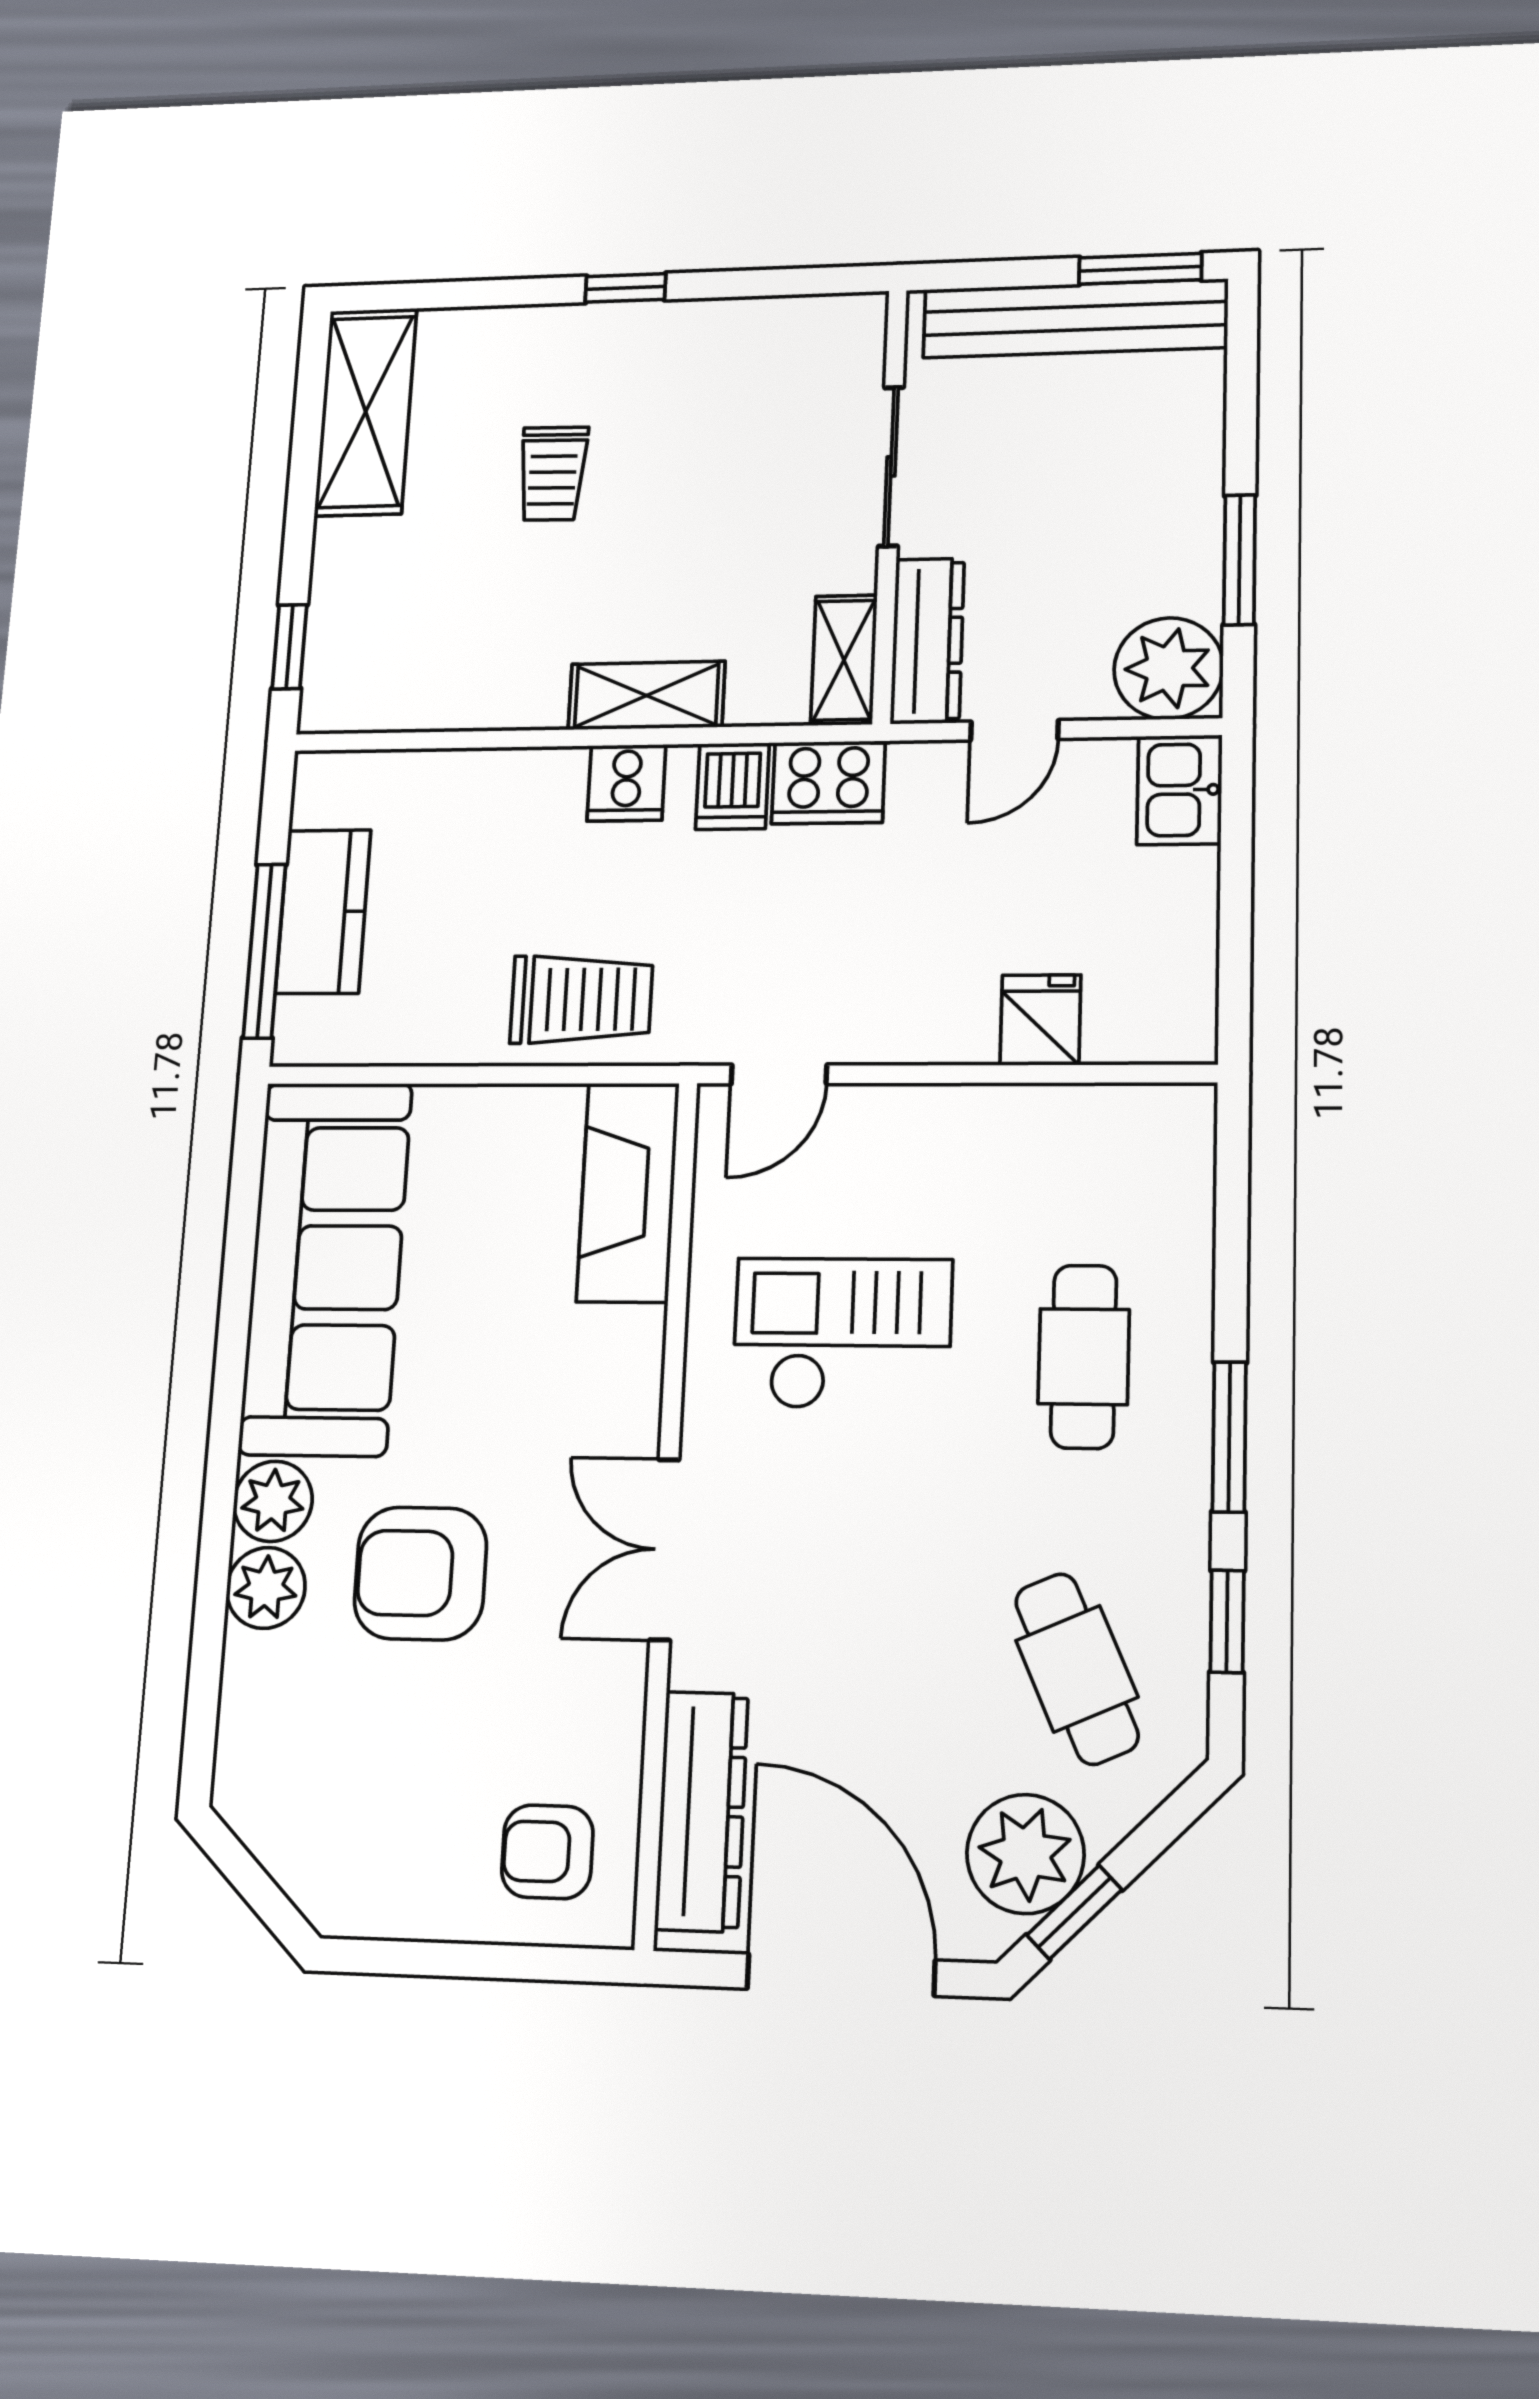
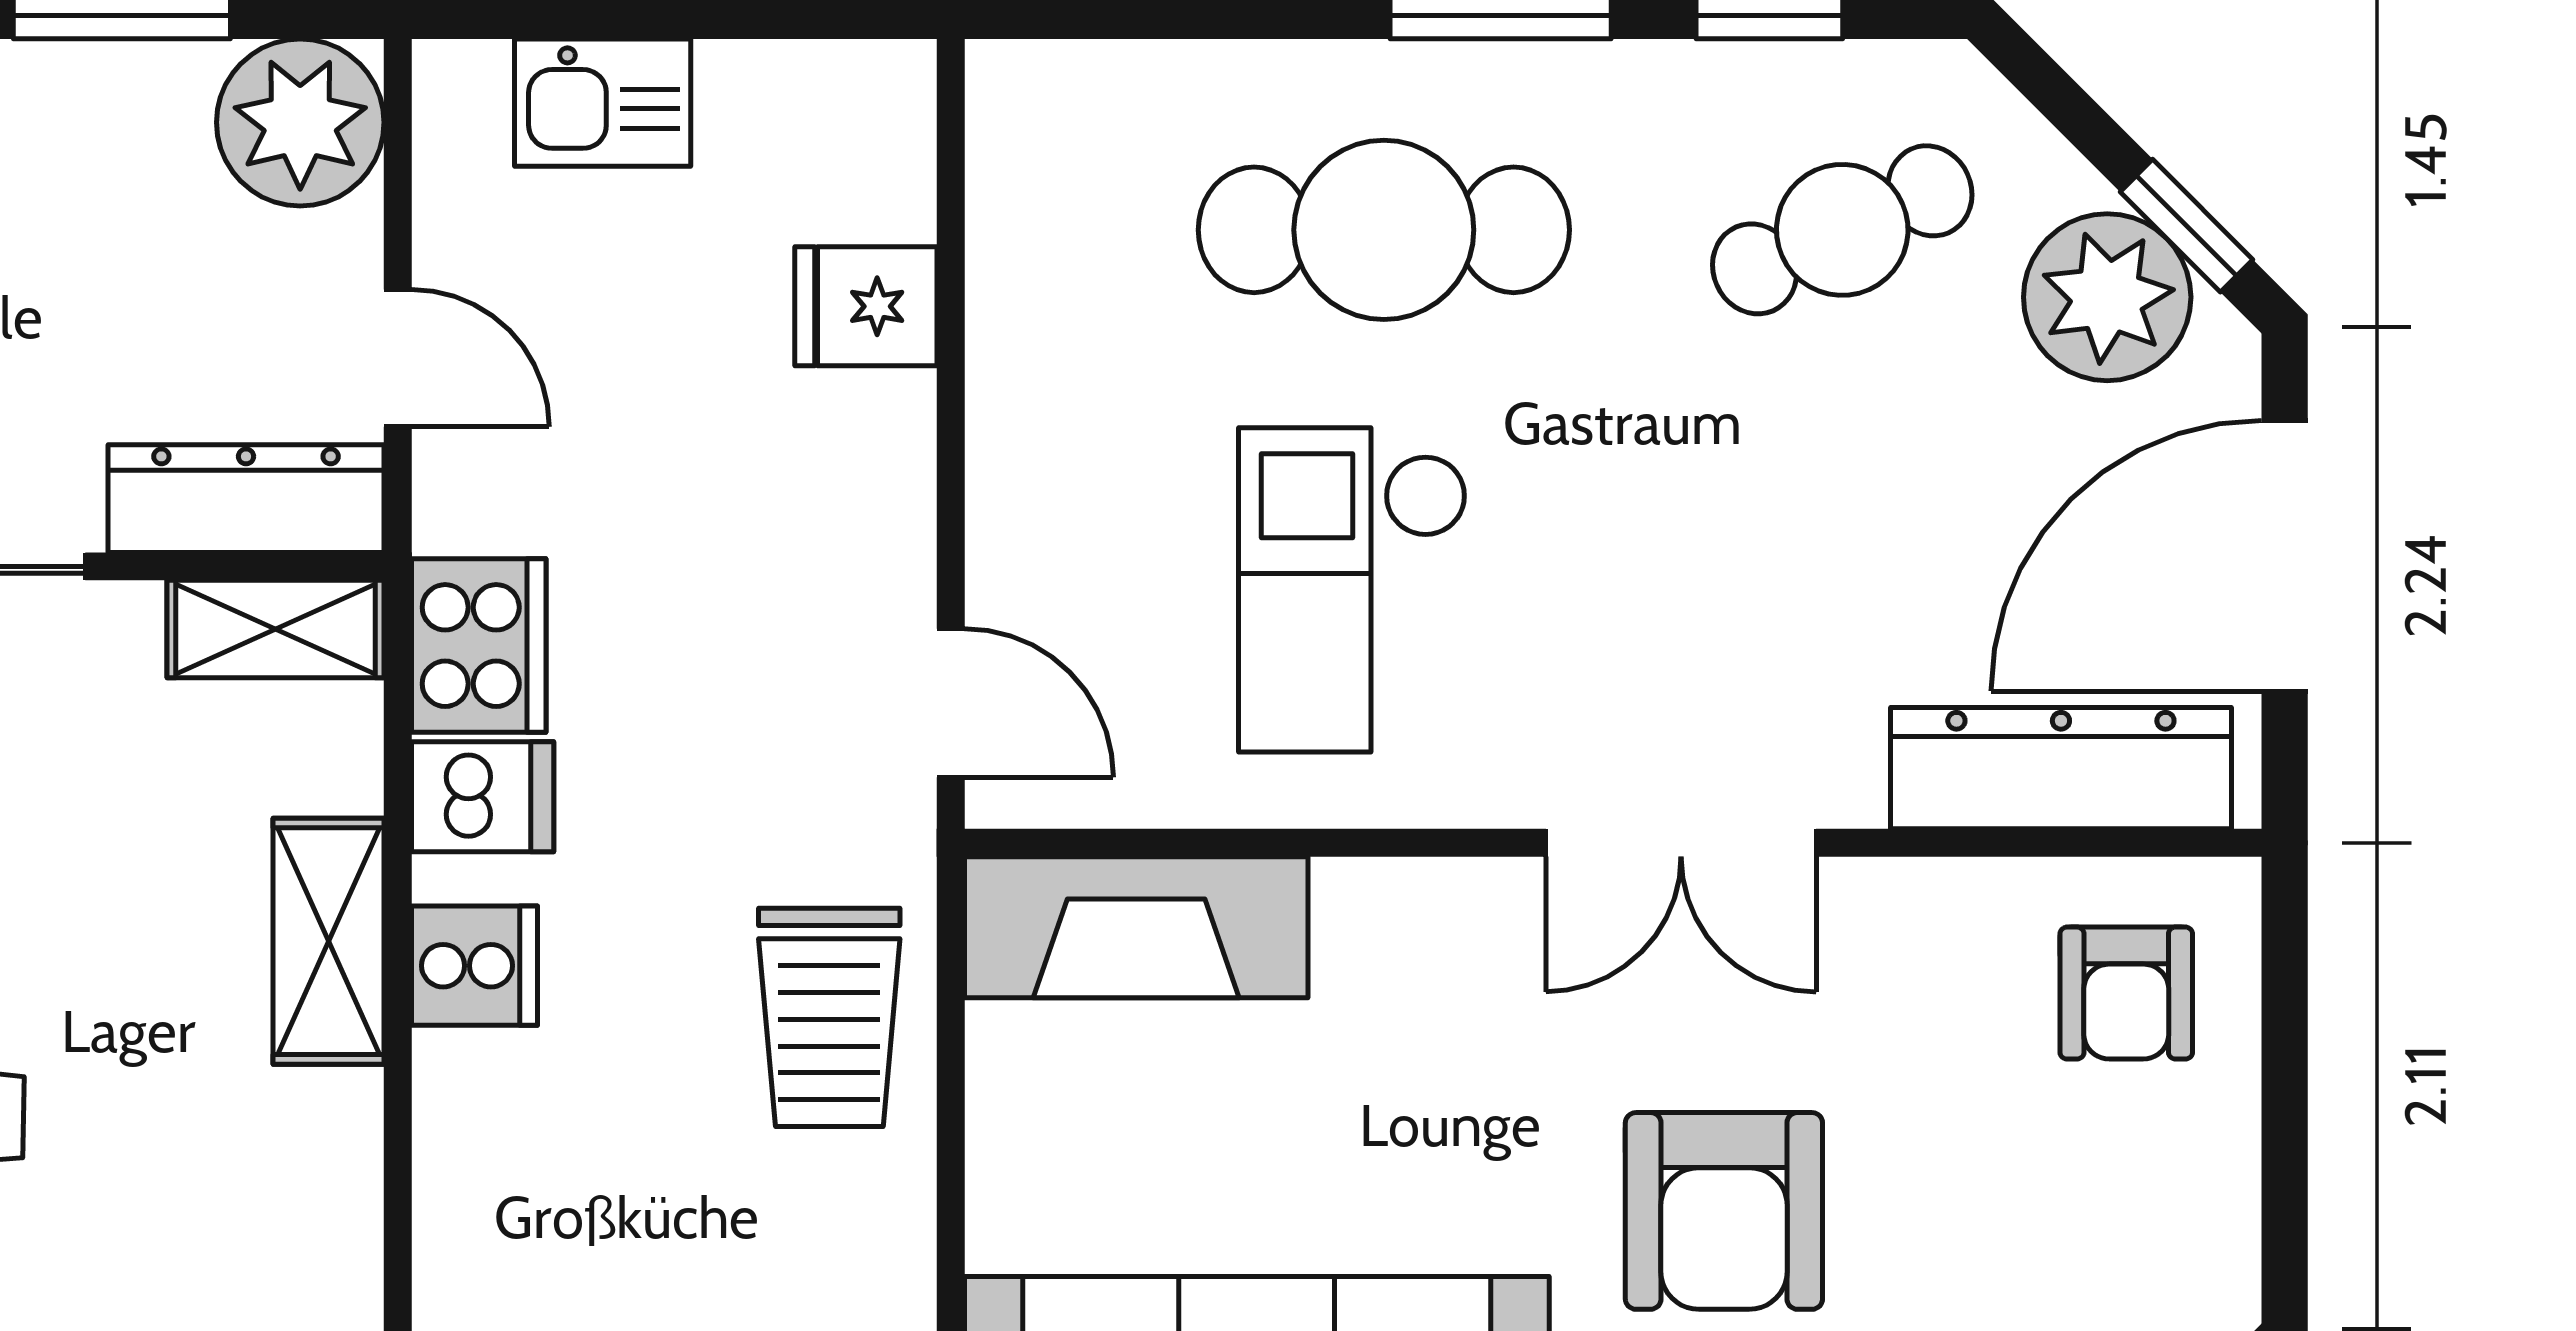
kitchen sink: (1180, 790) -> (603, 103), moved
trolley: (581, 999) -> (829, 1017), turned 180
cafe table: (1084, 1357) -> (1384, 230), width x1.37, depth x1.35

